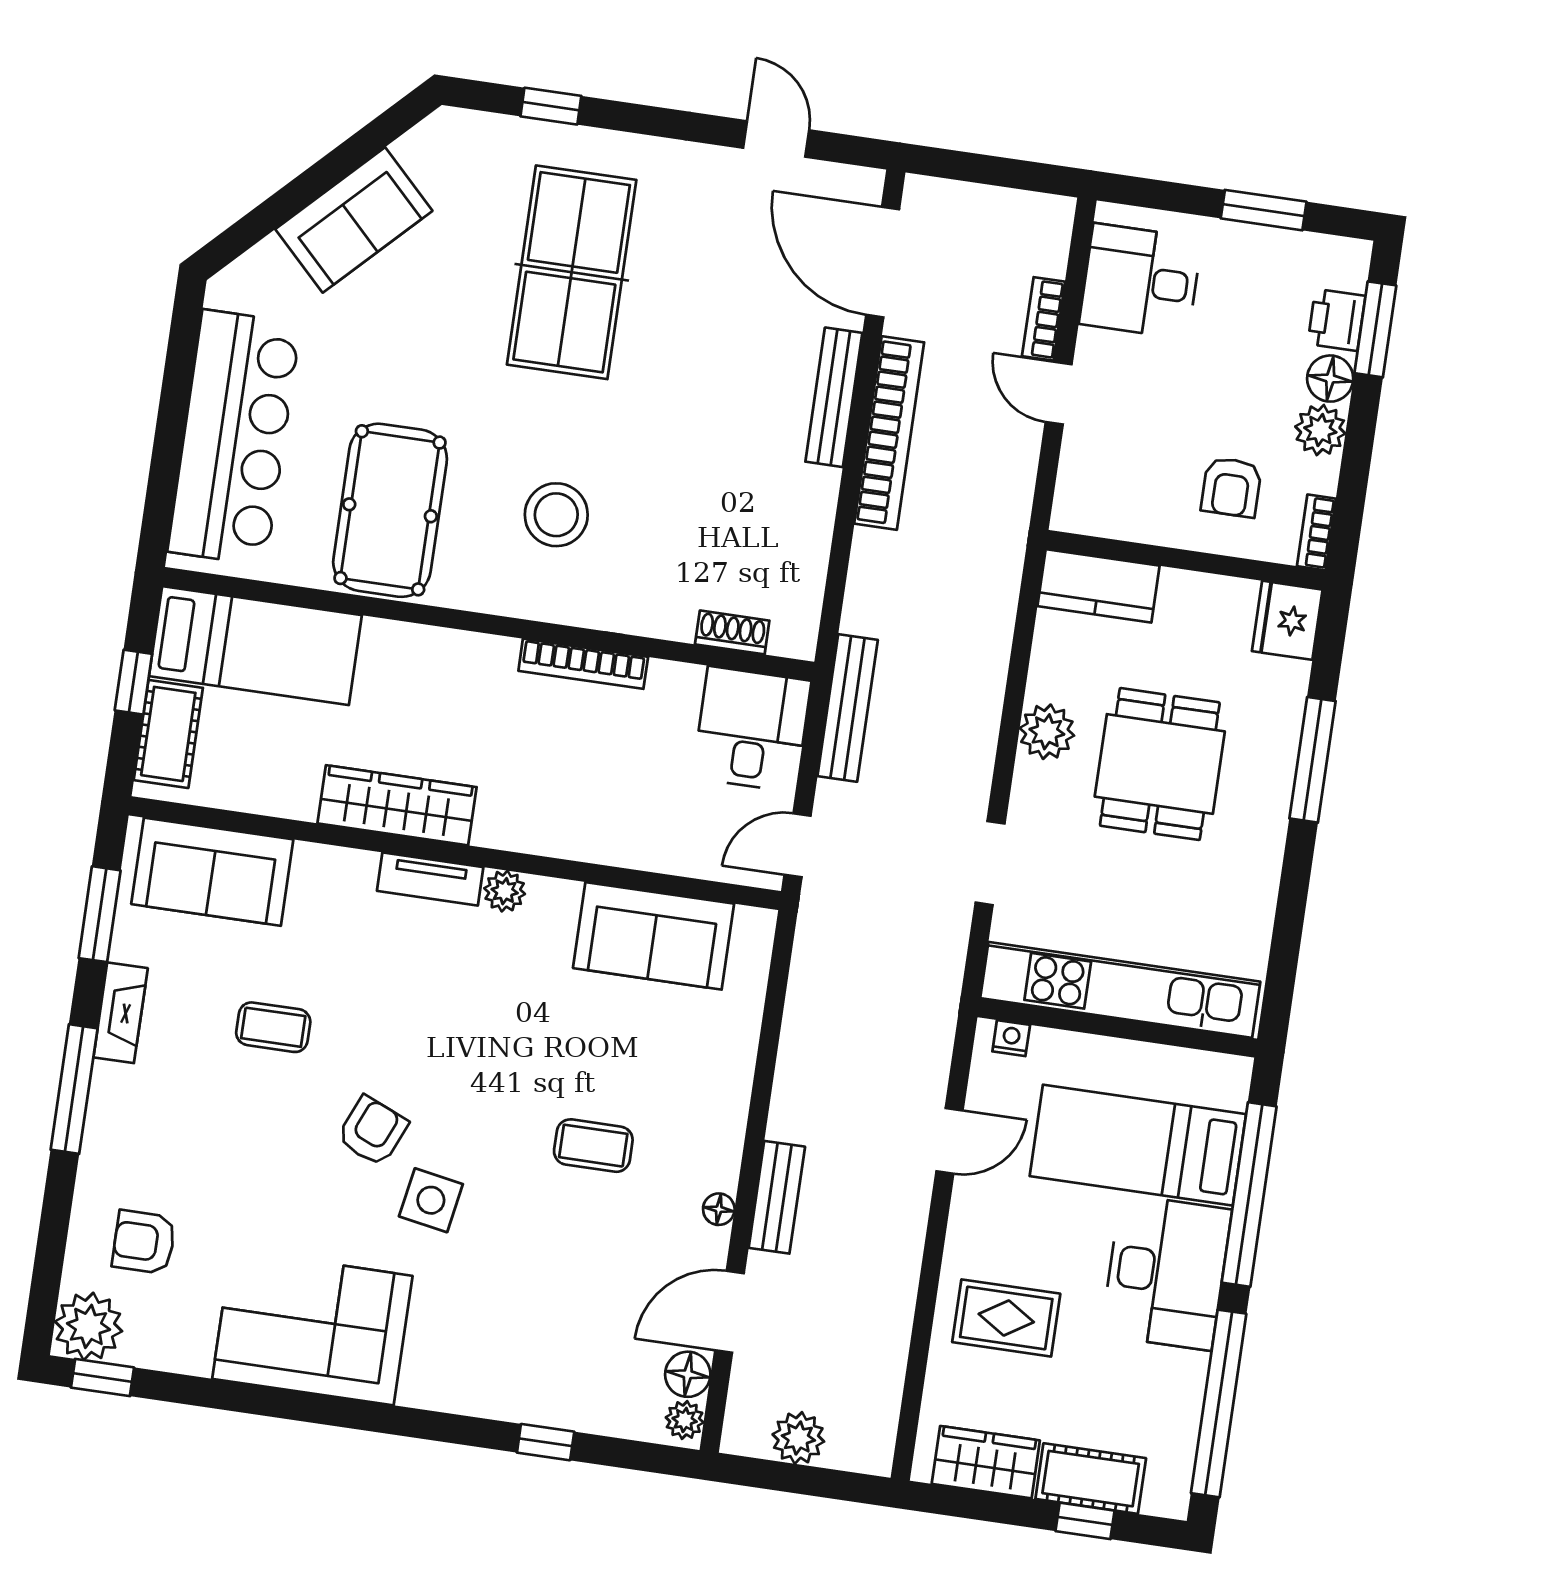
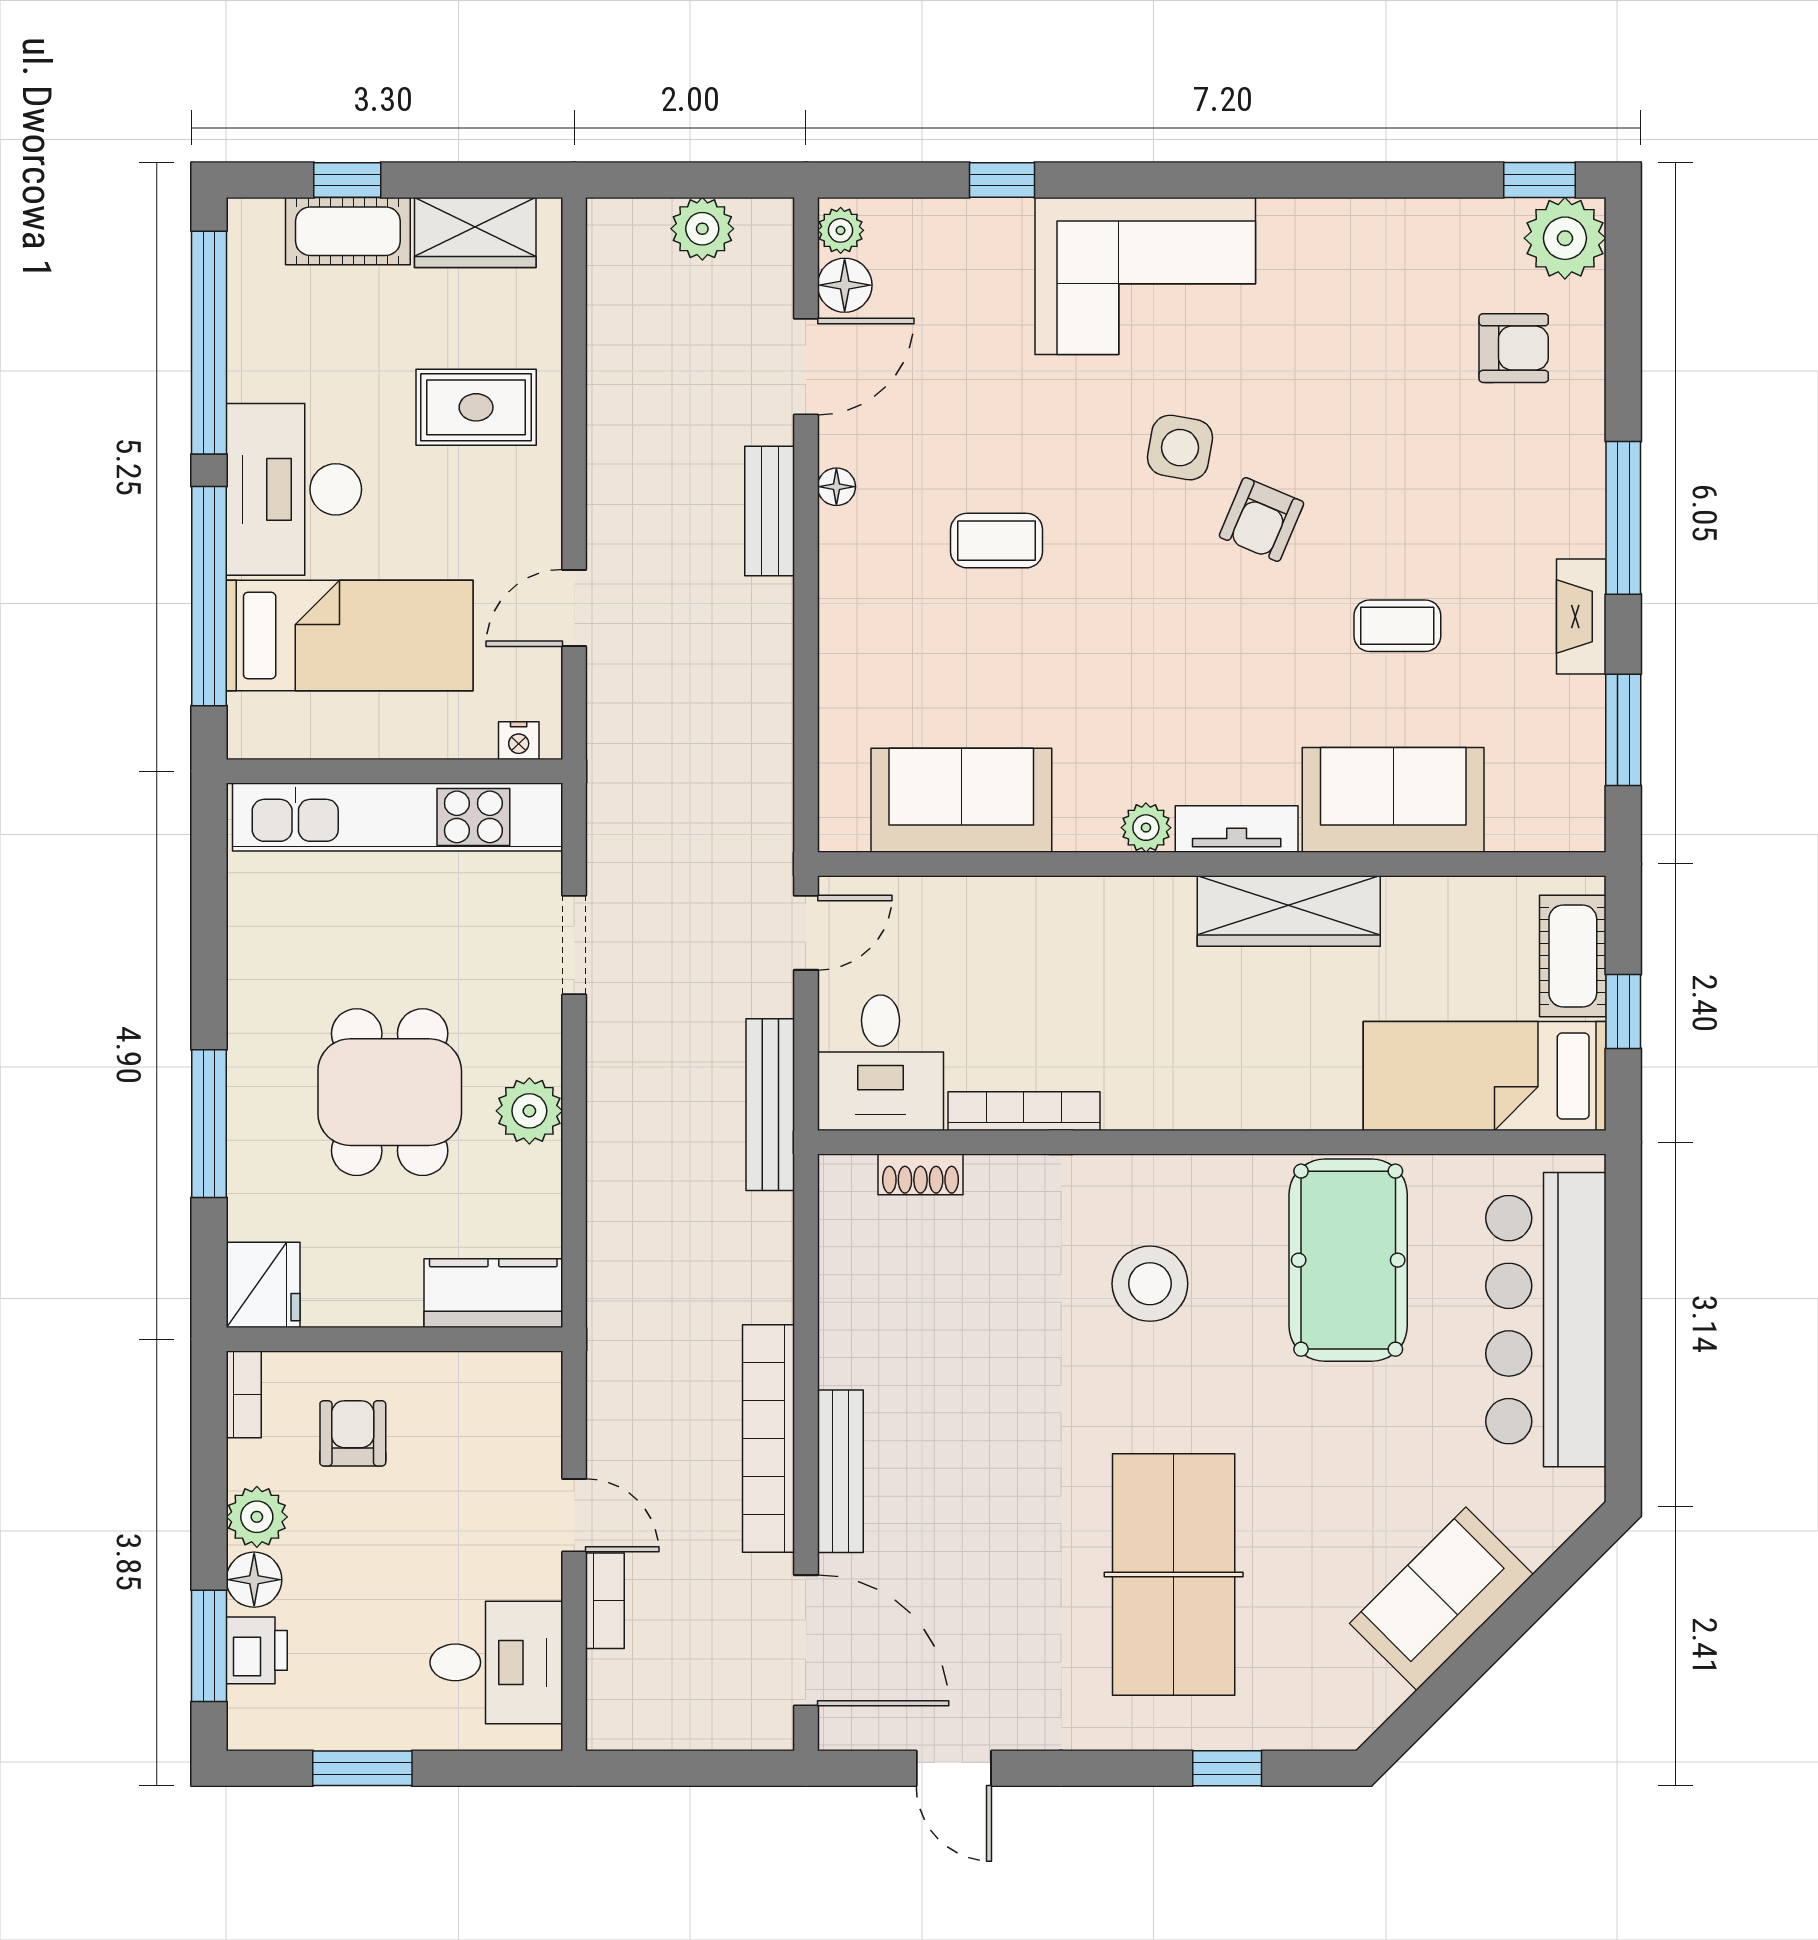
bookcase: (583, 664) -> (1024, 1111), moved
sofa: (212, 872) -> (1393, 800), moved
corner sofa: (312, 1327) -> (1145, 276), moved

